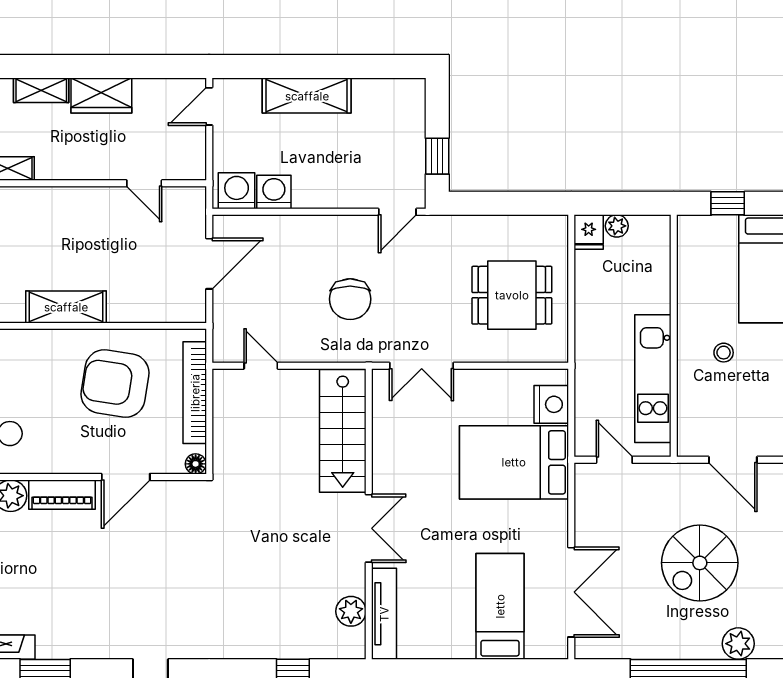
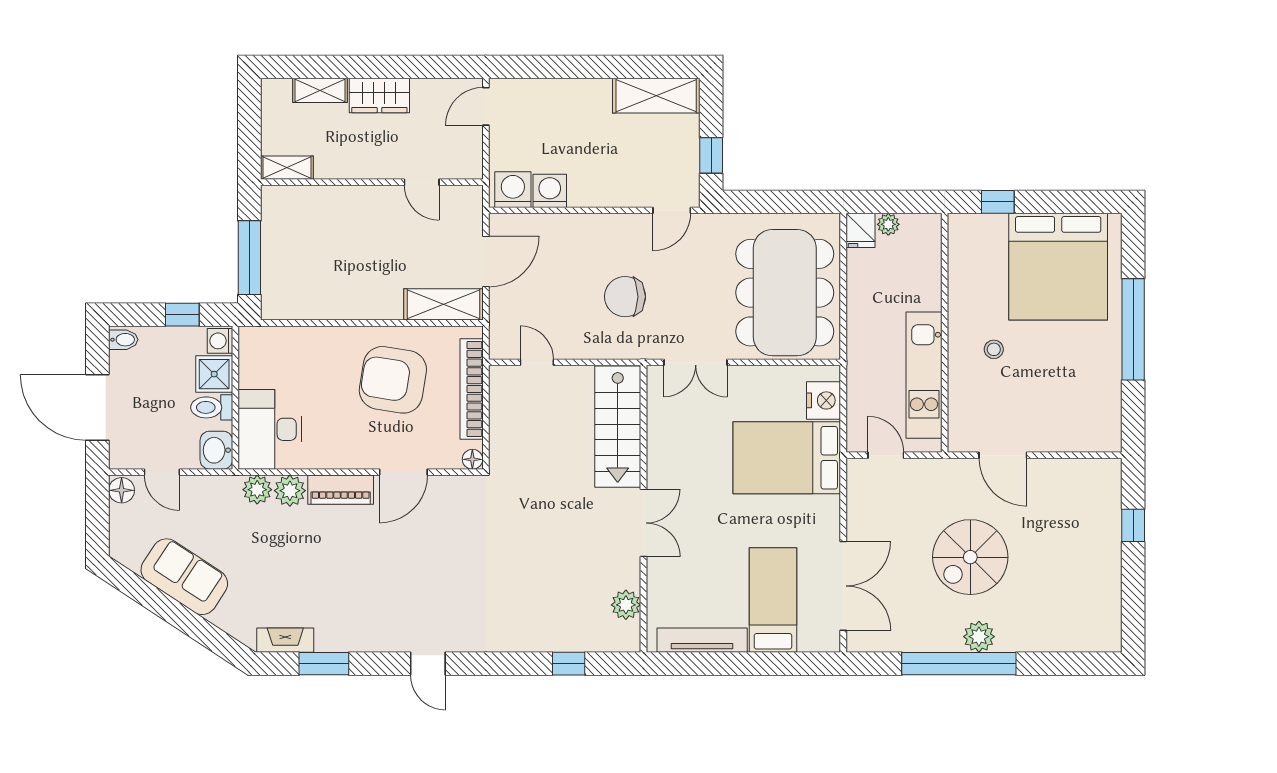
shelving: (307, 96) -> (656, 96), moved
dining table: (512, 295) -> (785, 293), width x1.88, depth x1.24
chair: (350, 299) -> (625, 297), turned 90
shelving: (66, 307) -> (444, 304), moved
tv unit: (384, 614) -> (702, 640), moved, turned -90
plant: (738, 644) -> (979, 637), moved

